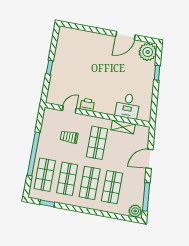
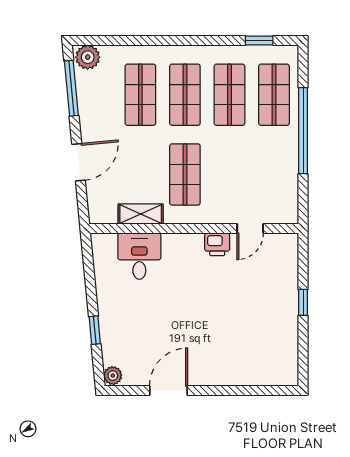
plant: (148, 52) -> (113, 376), width x0.53, depth x0.53
trolley: (69, 137) -> (241, 176), removed

